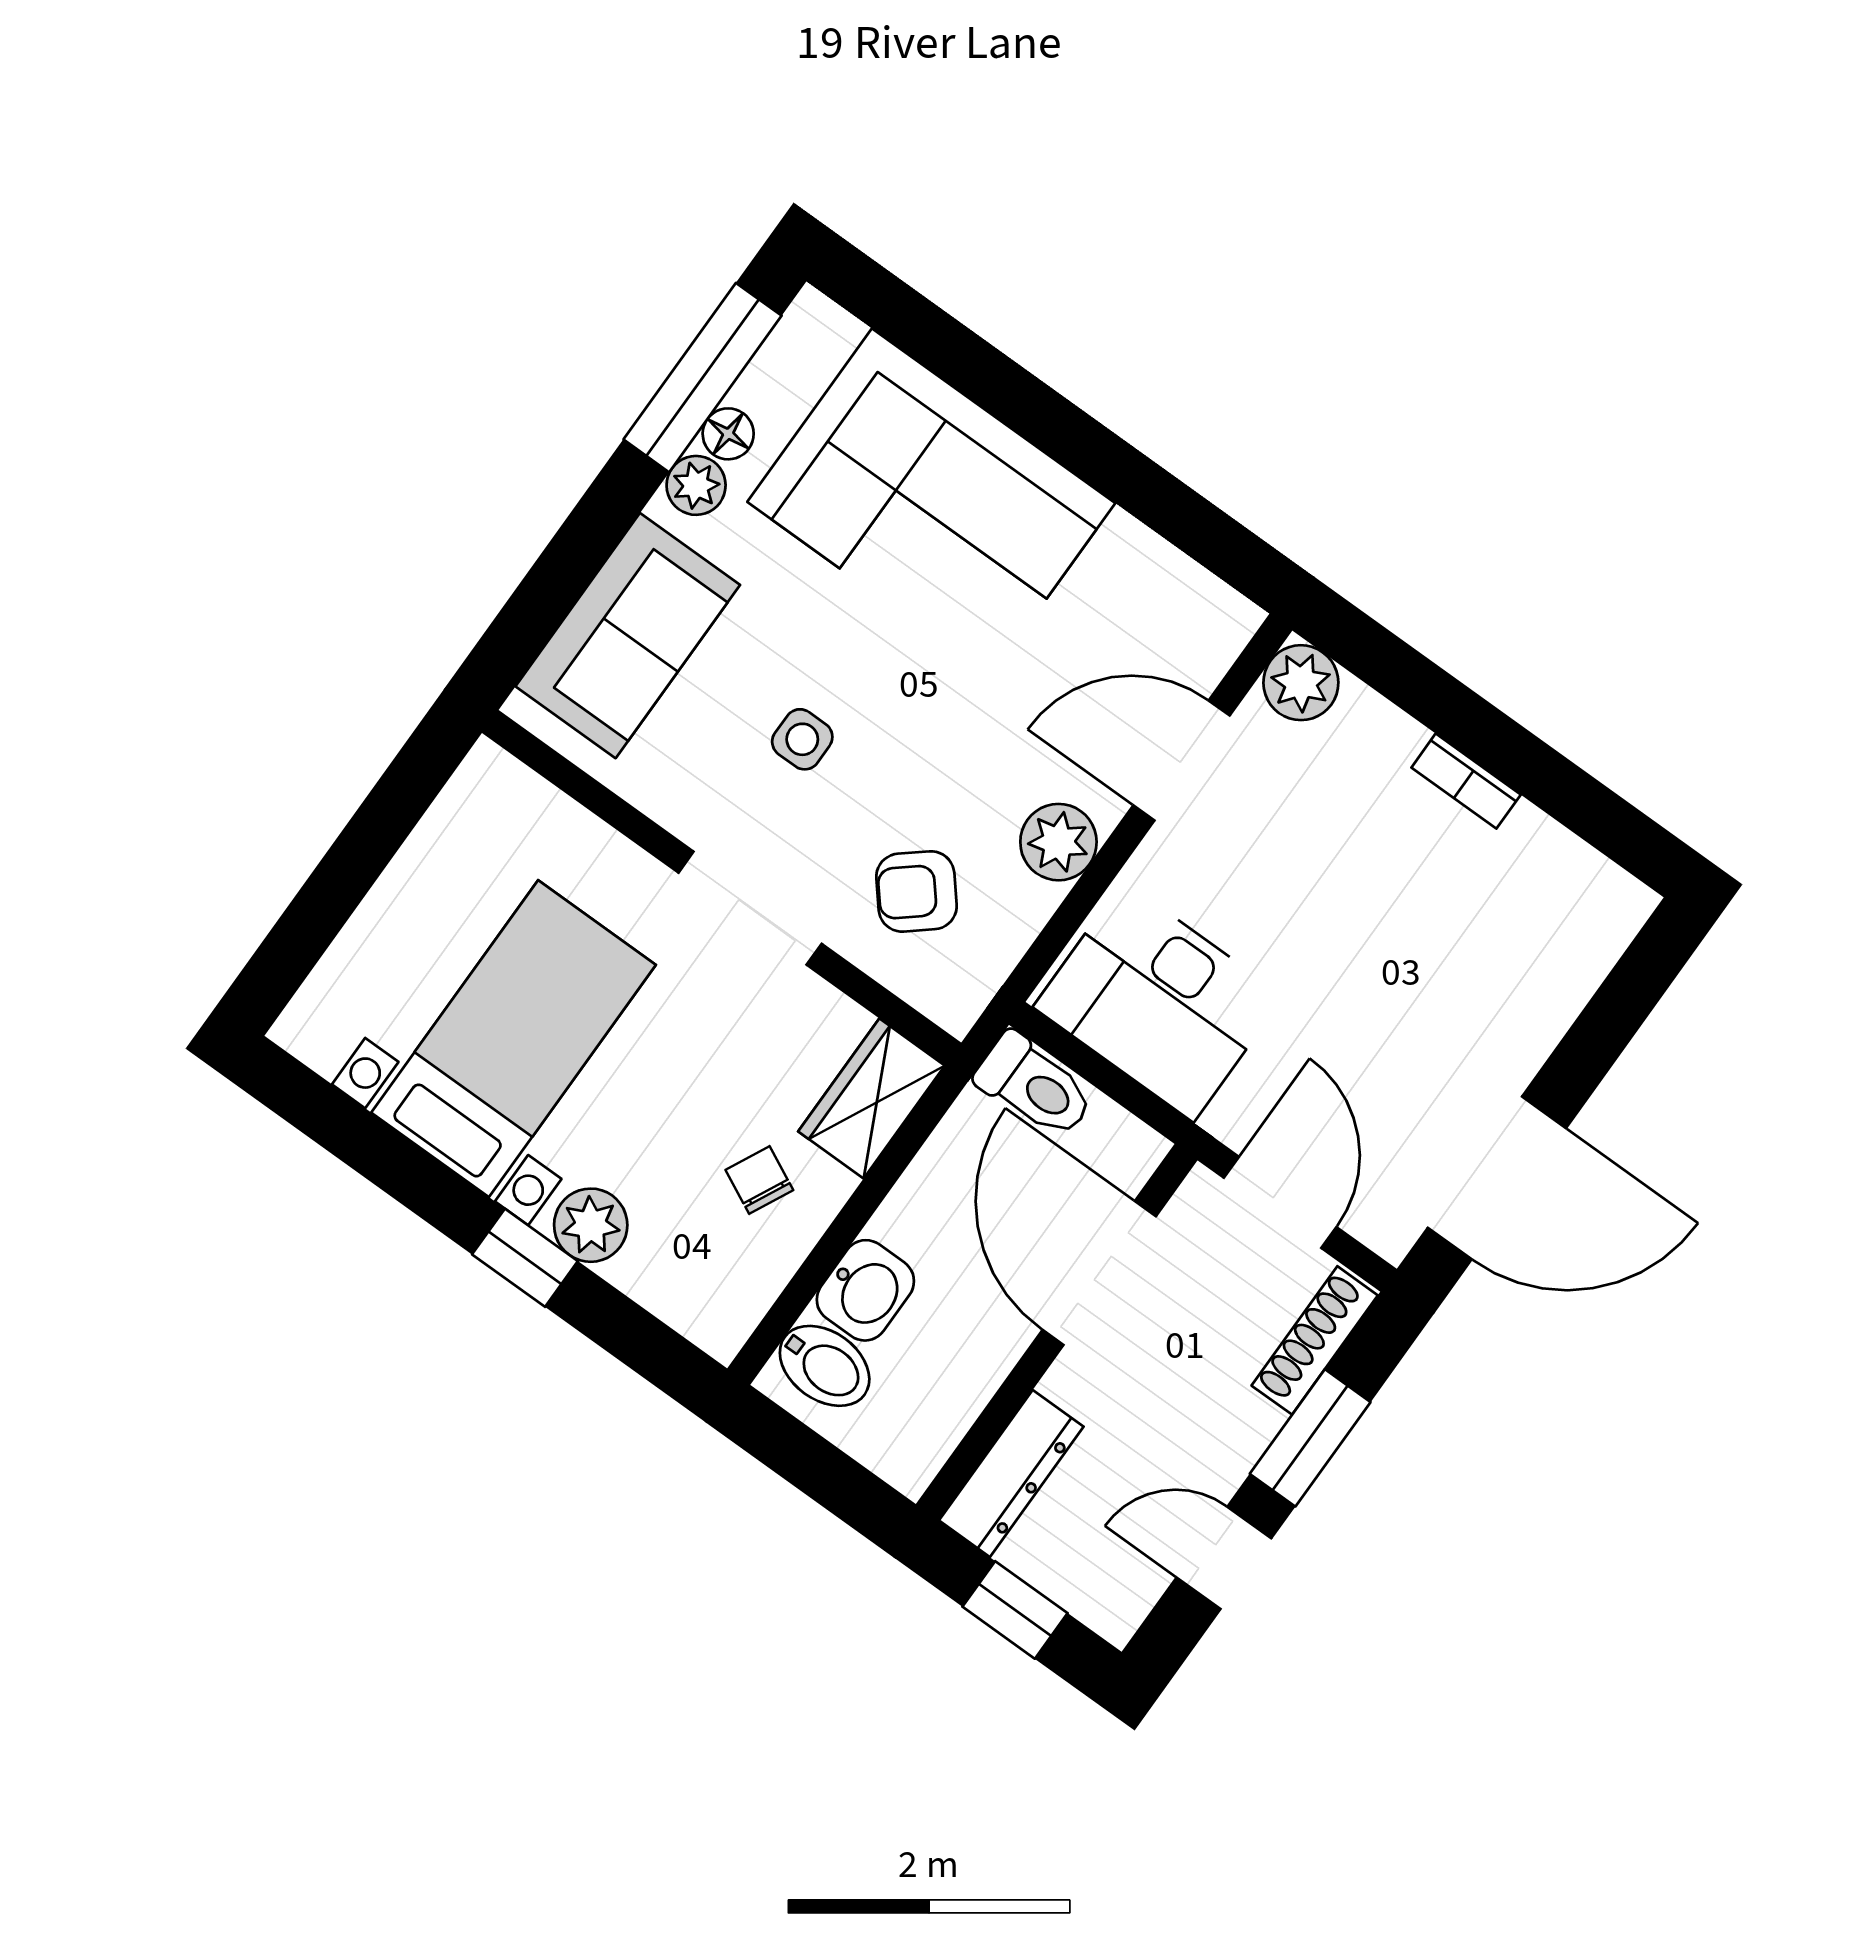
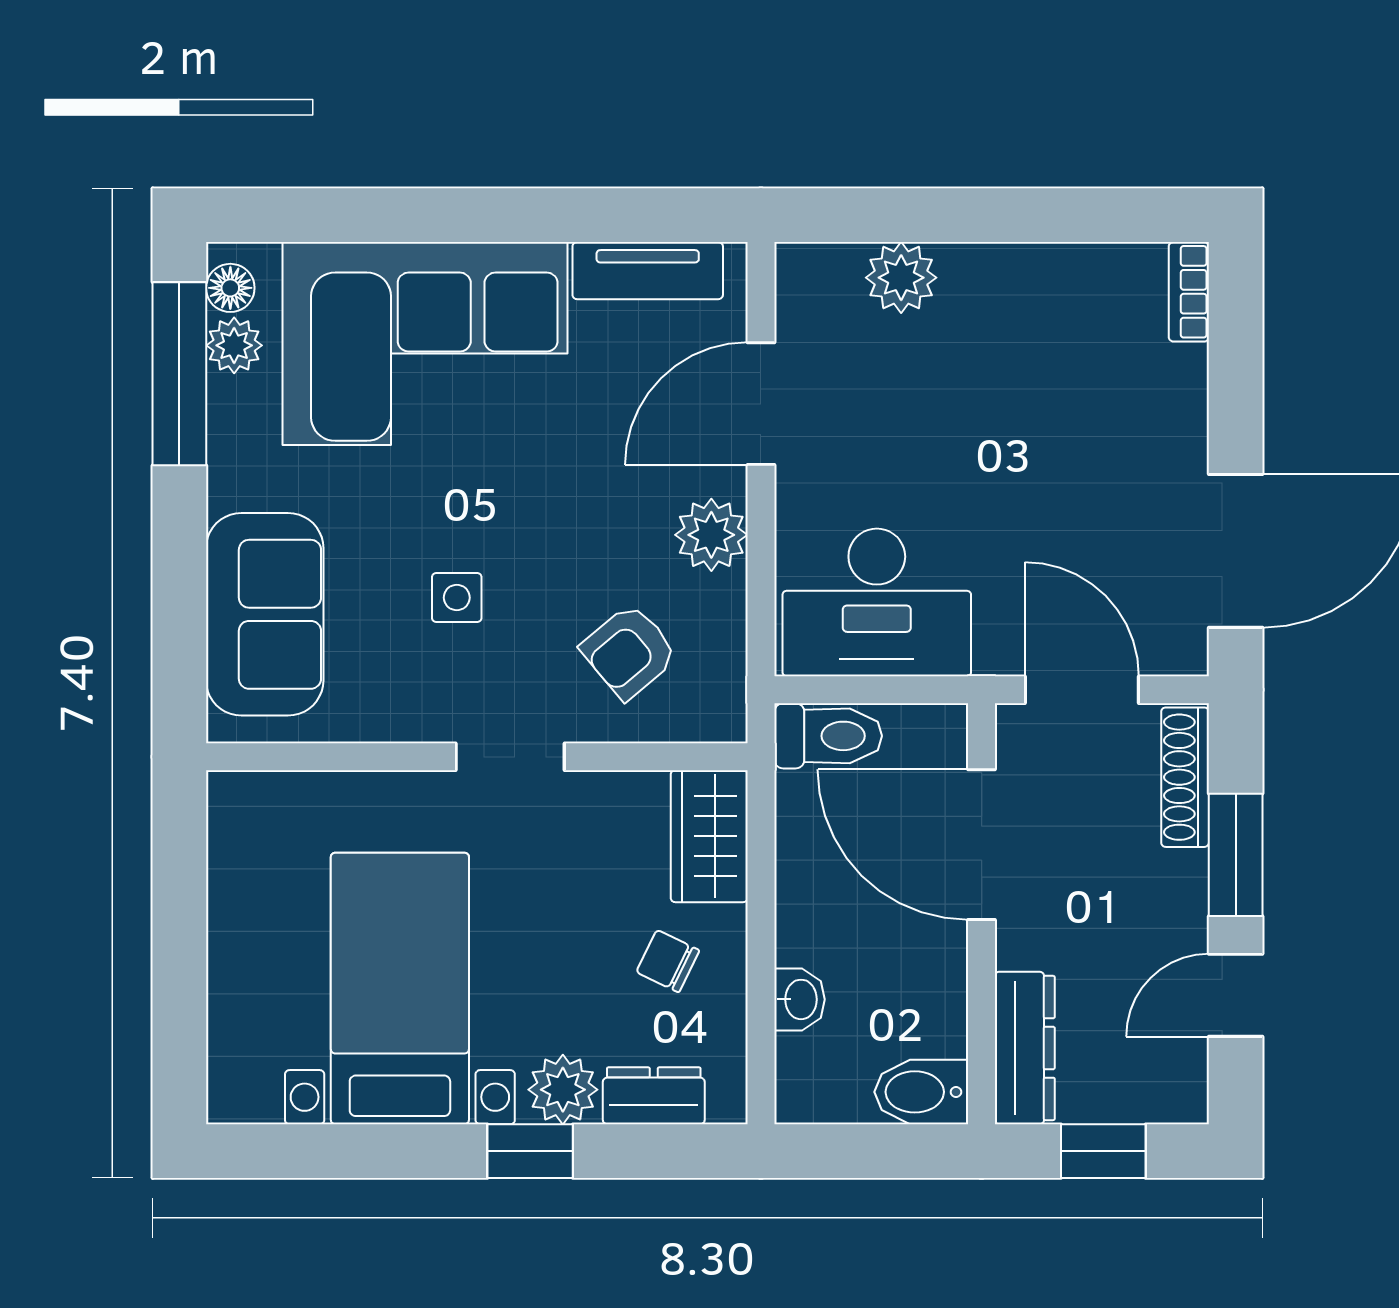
floor lamp: (728, 434) -> (230, 288), moved
plant: (696, 485) -> (234, 345), moved
tv unit: (1166, 577) -> (648, 271), added
plant: (1301, 683) -> (901, 278), moved
bookcase: (1466, 781) -> (1189, 292), moved, turned 90
doorway: (750, 908) -> (510, 757), width x0.73
dresser: (665, 1286) -> (654, 1096), added
washbasin: (865, 1290) -> (799, 999), width x0.72, depth x0.69
bidet: (825, 1366) -> (921, 1092), moved, turned 180

